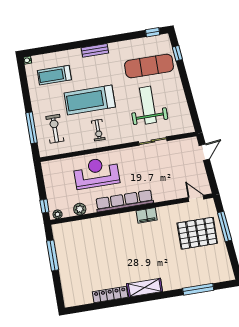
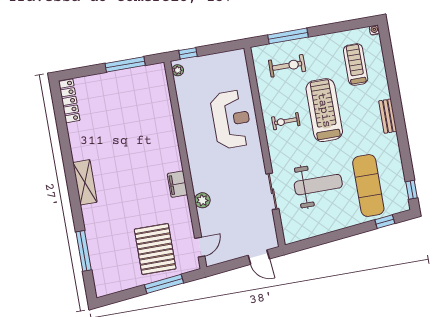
row of seats: (124, 201) -> (196, 155), removed
plant: (80, 209) -> (202, 200), moved
locker: (110, 295) -> (69, 101), moved

